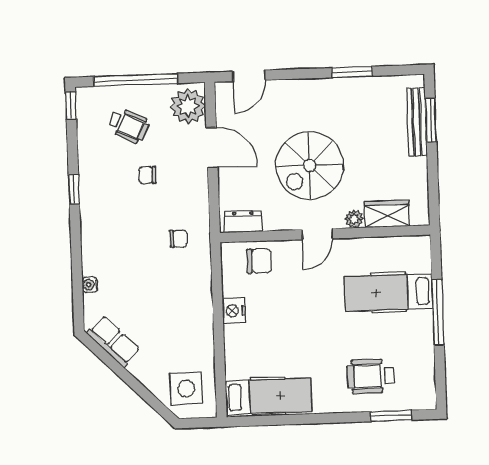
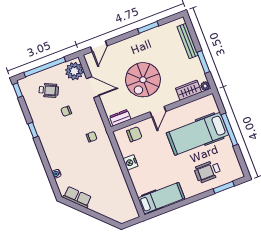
window: (431, 120) -> (203, 62), moved
plant: (354, 219) -> (205, 86), moved
hospital bed: (389, 292) -> (197, 134), width x1.37, depth x1.29
side table: (186, 389) -> (120, 208), removed

